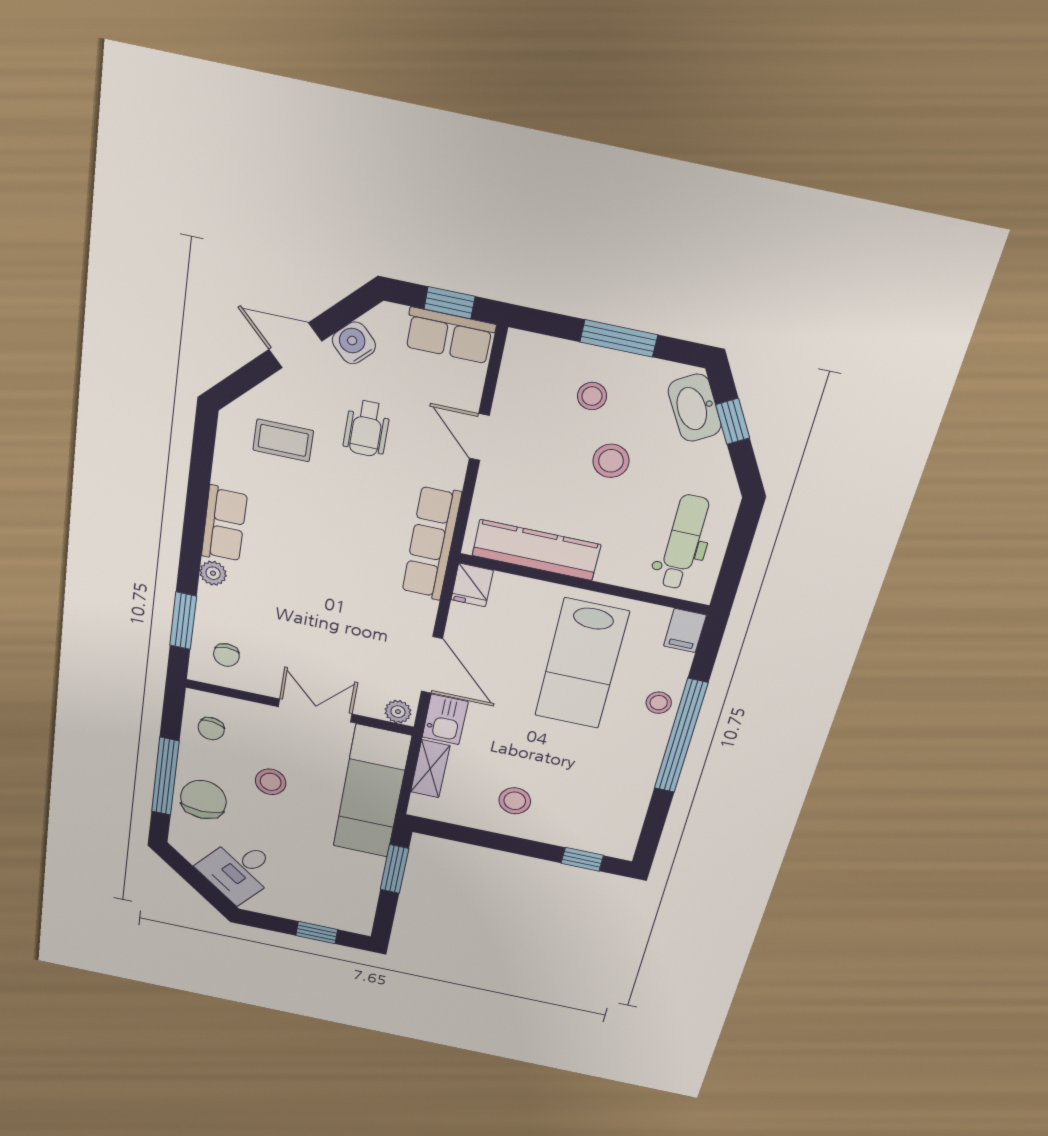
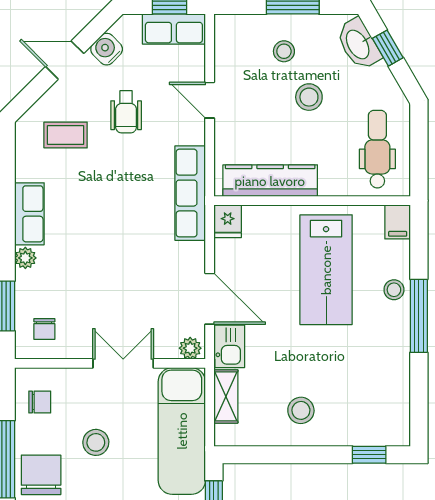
chair: (211, 729) -> (40, 402), turned -99
window: (681, 736) -> (419, 316), width x0.68

